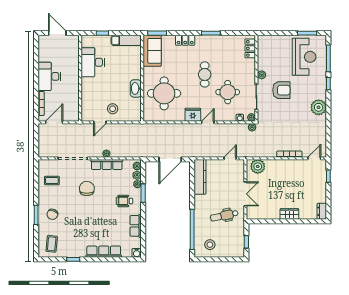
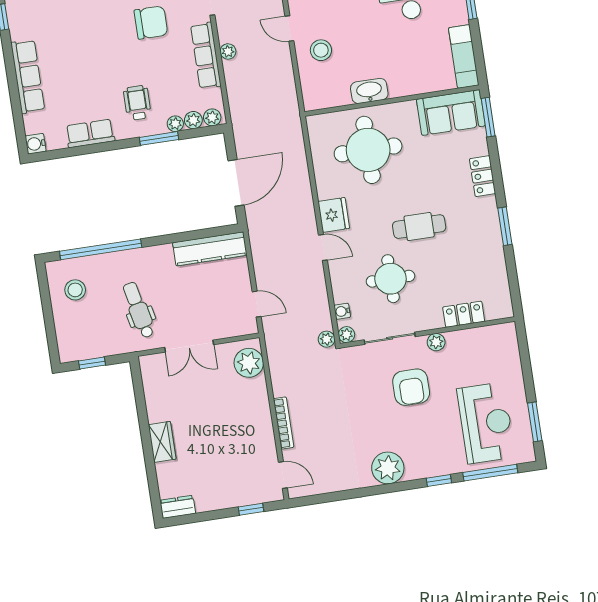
locker: (250, 48) -> (464, 314), moved
reception desk: (304, 57) -> (486, 423), turned -90
door: (170, 159) -> (236, 183), swing flipped

